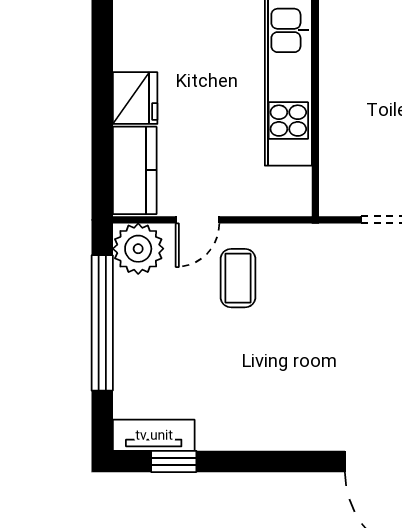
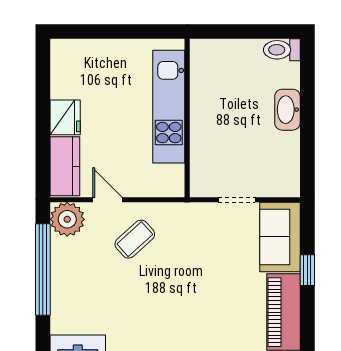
door: (197, 220) -> (107, 200), swing flipped
coffee table: (238, 278) -> (135, 239), turned 48

